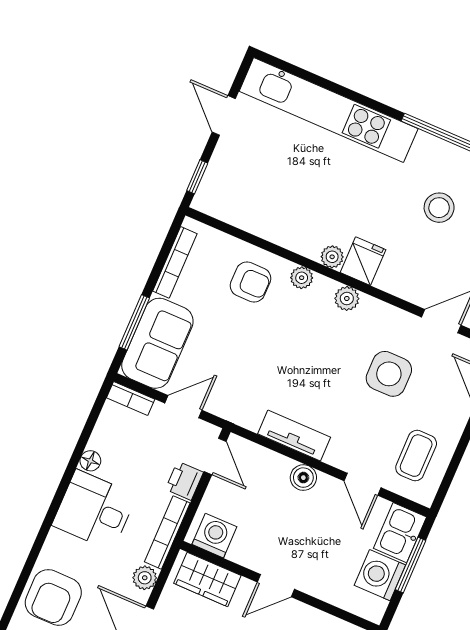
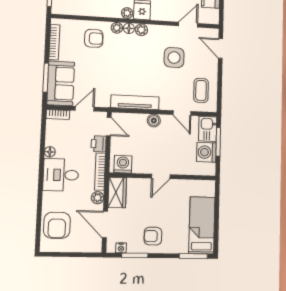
floor lamp: (324, 287) -> (129, 28), added
tv unit: (294, 436) -> (135, 102), width x1.41
wardrobe: (207, 579) -> (117, 193), moved, turned -90

